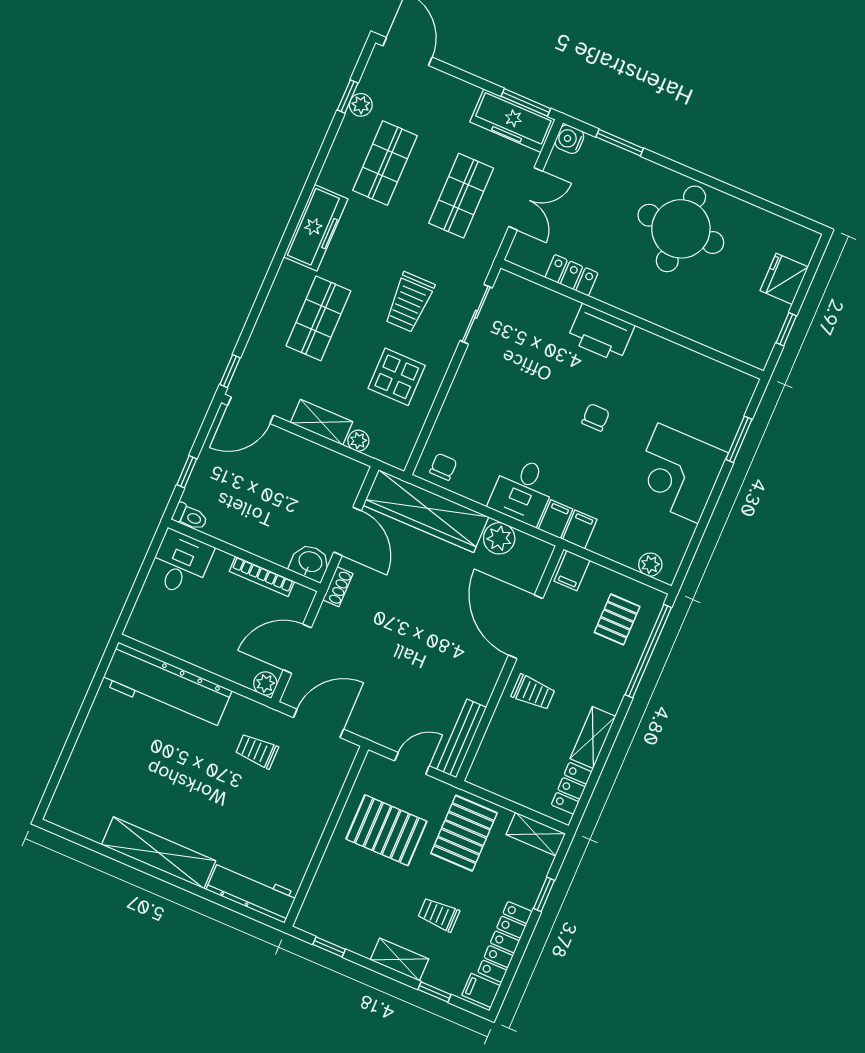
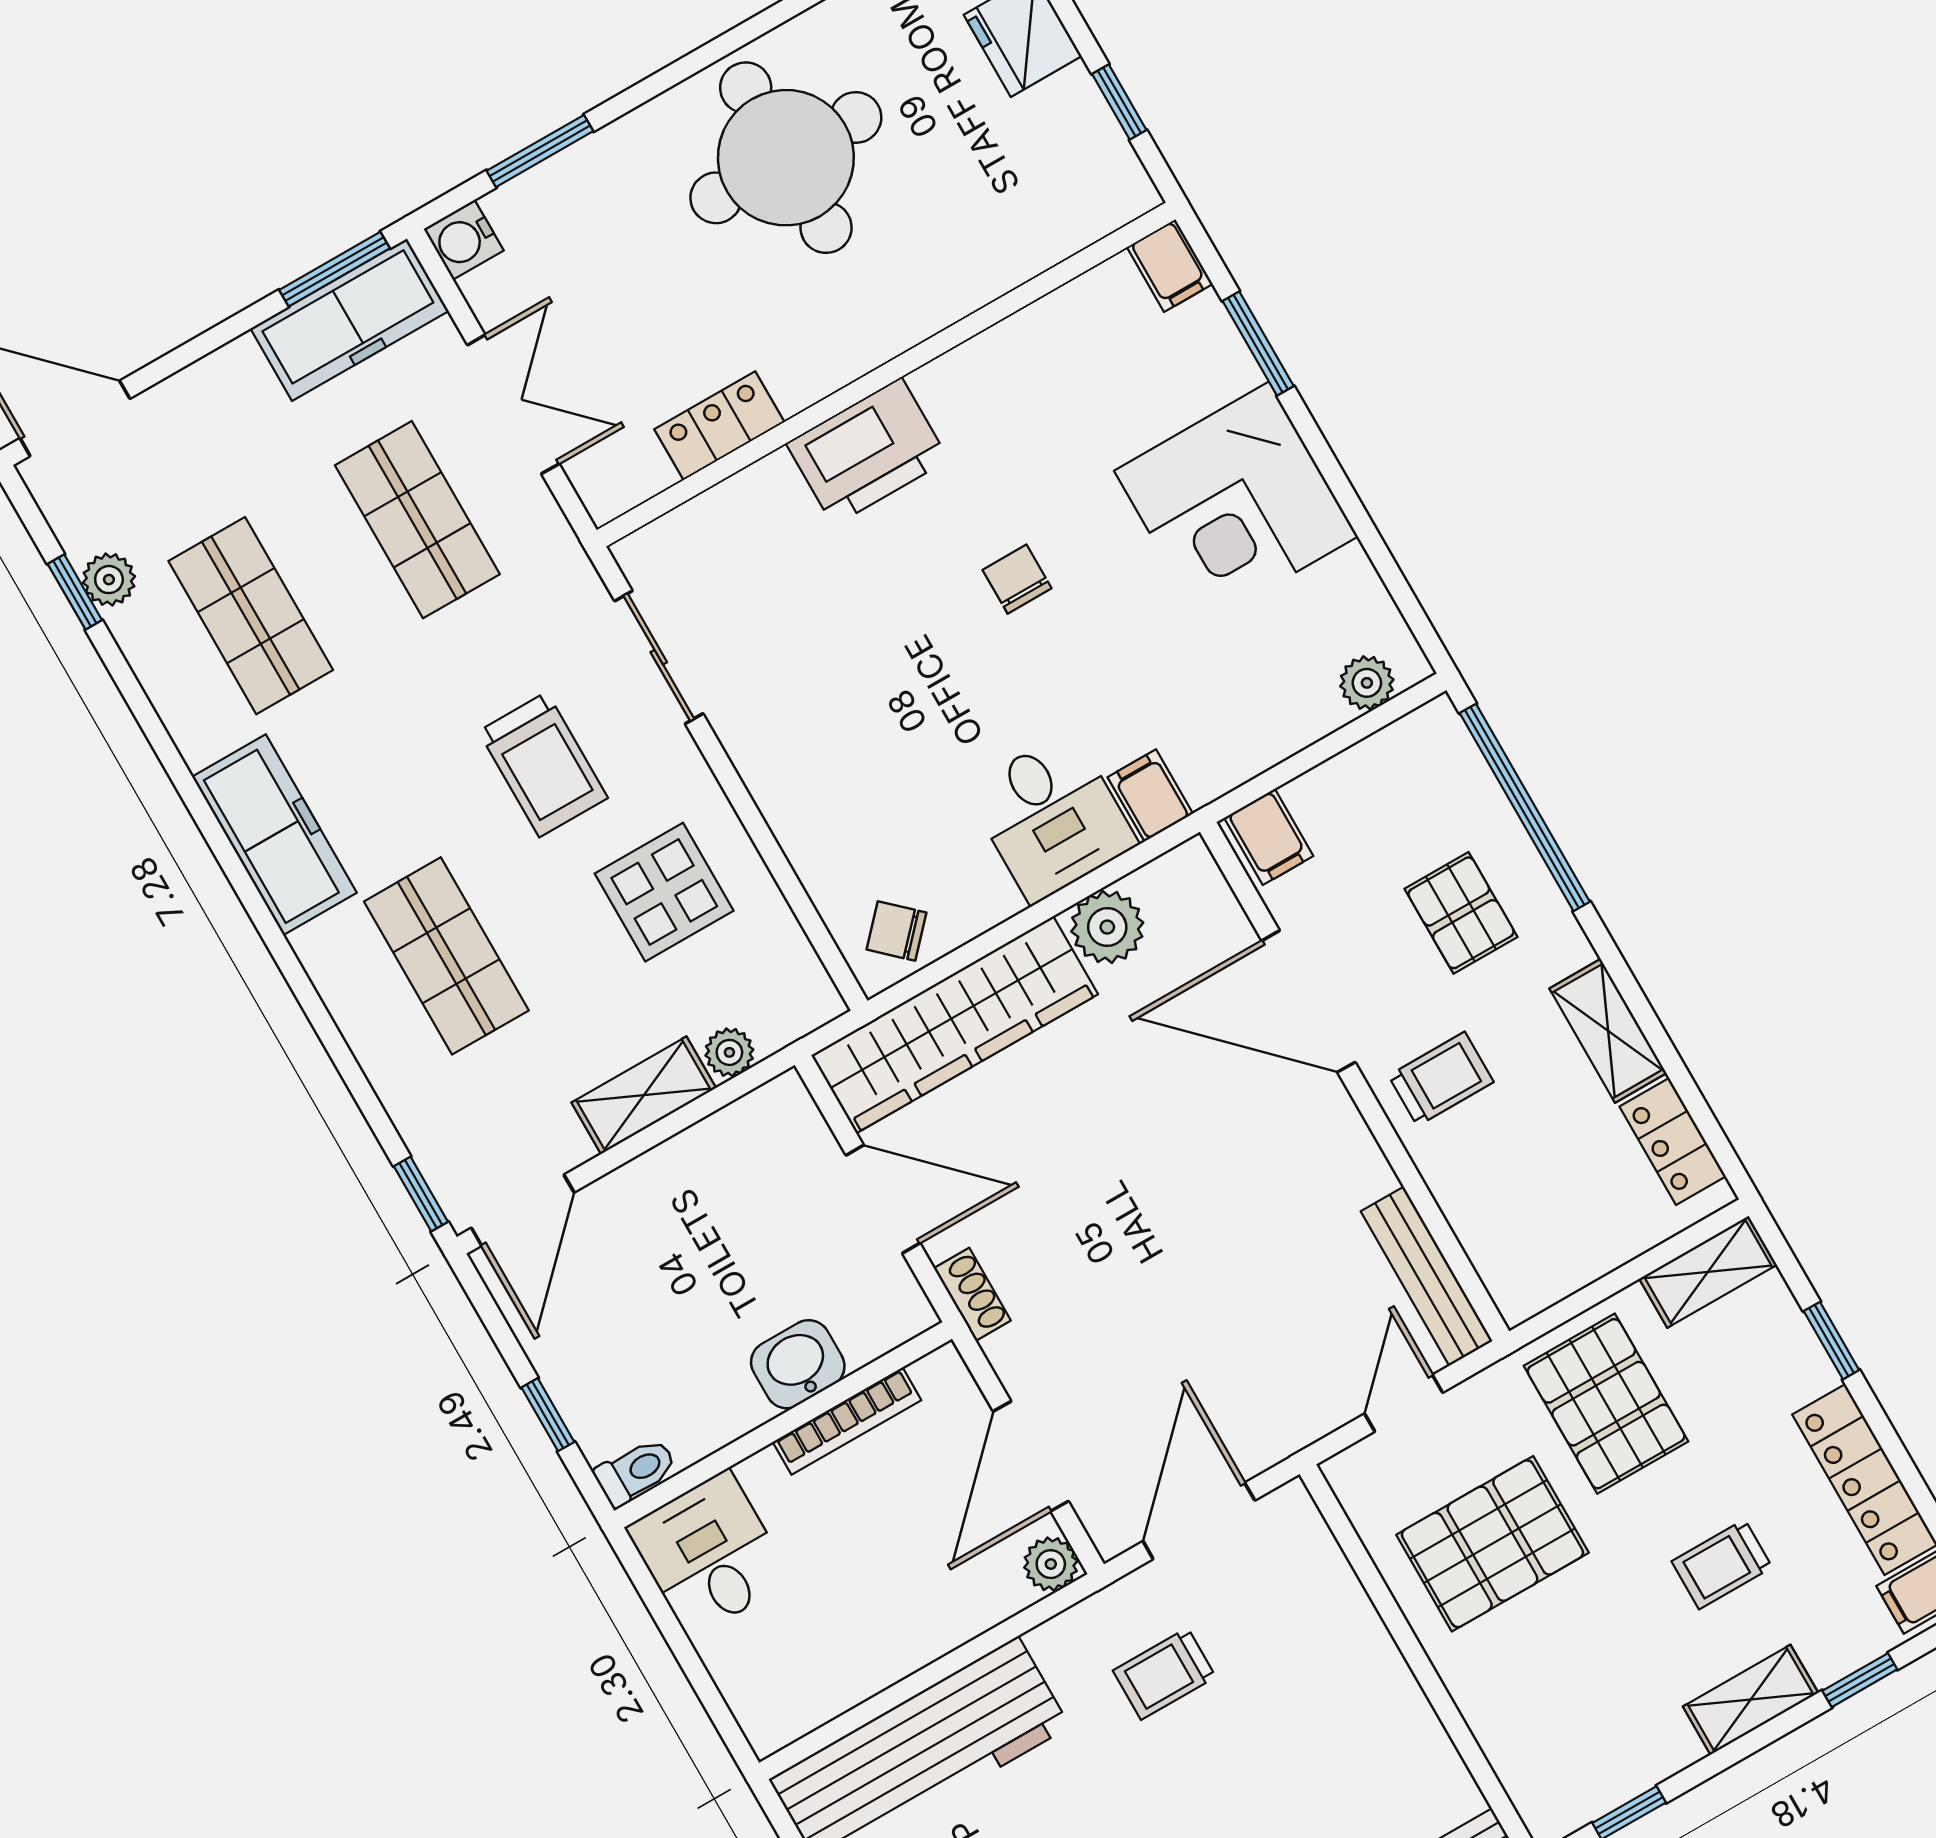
chair: (443, 467) -> (896, 931), turned -47
filing cabinet: (580, 529) -> (1170, 266), moved, turned 180
washbasin: (310, 562) -> (798, 1364), moved
pallet: (617, 619) -> (1461, 913), moved

